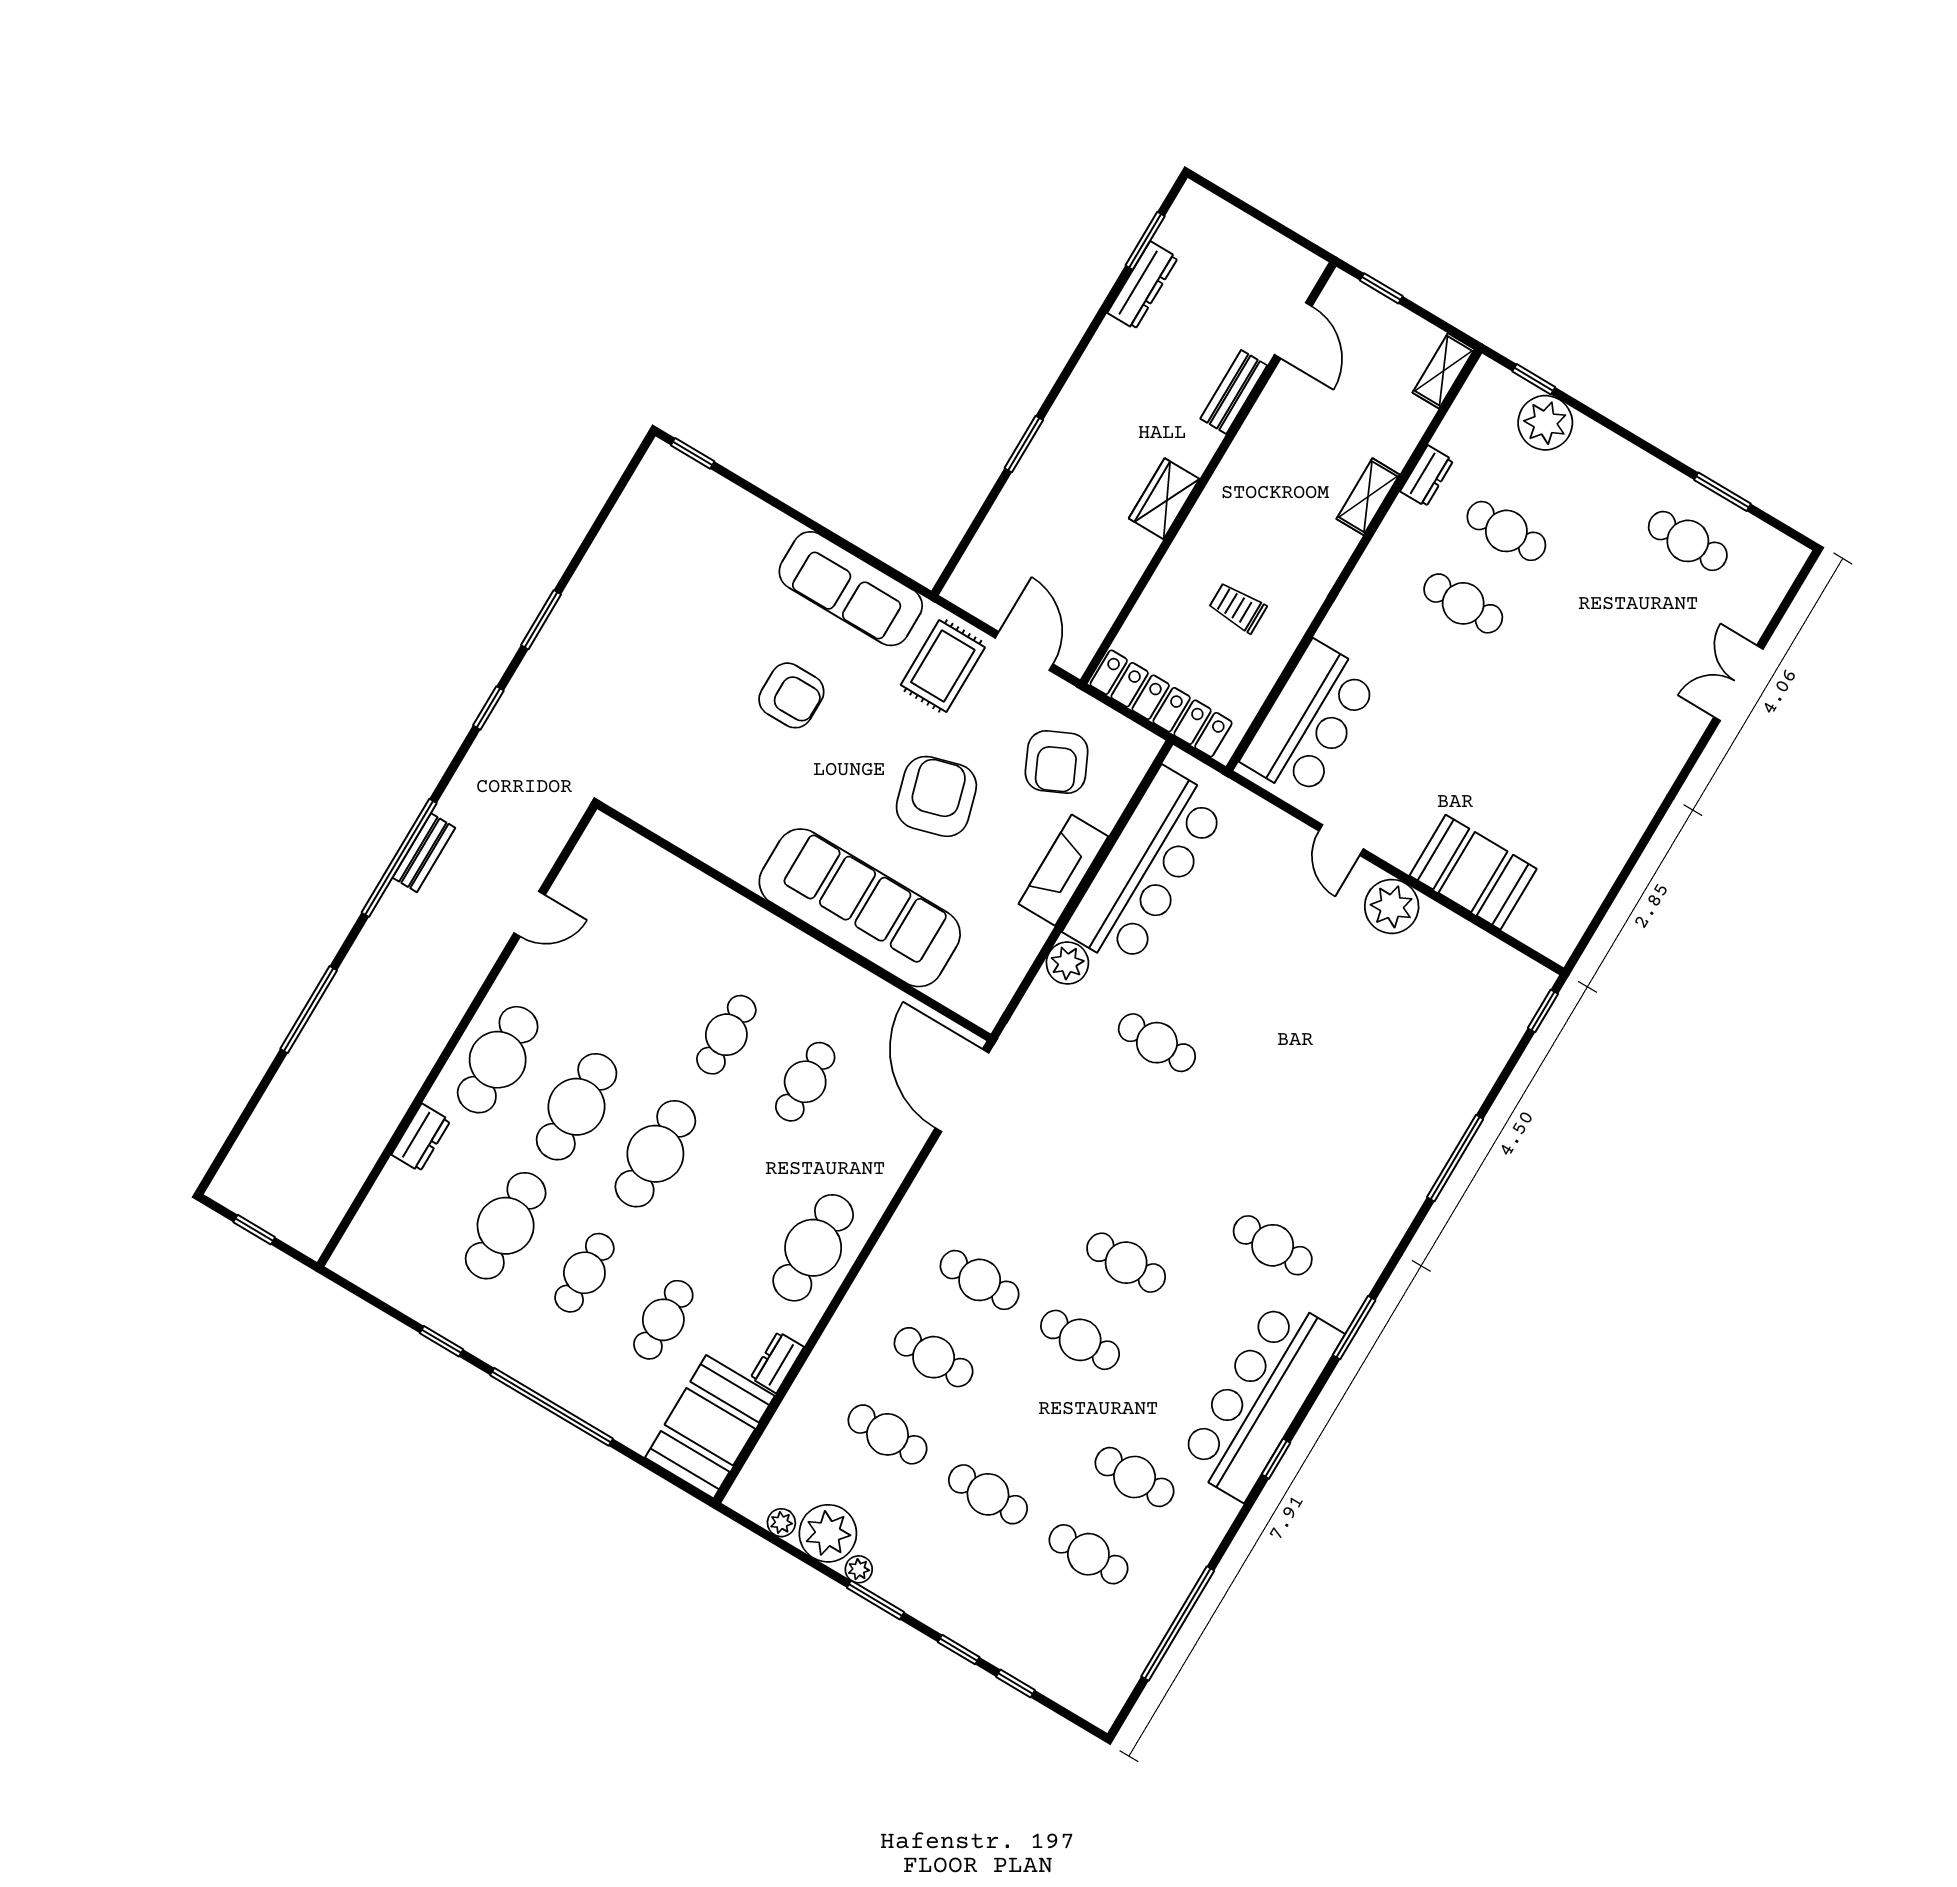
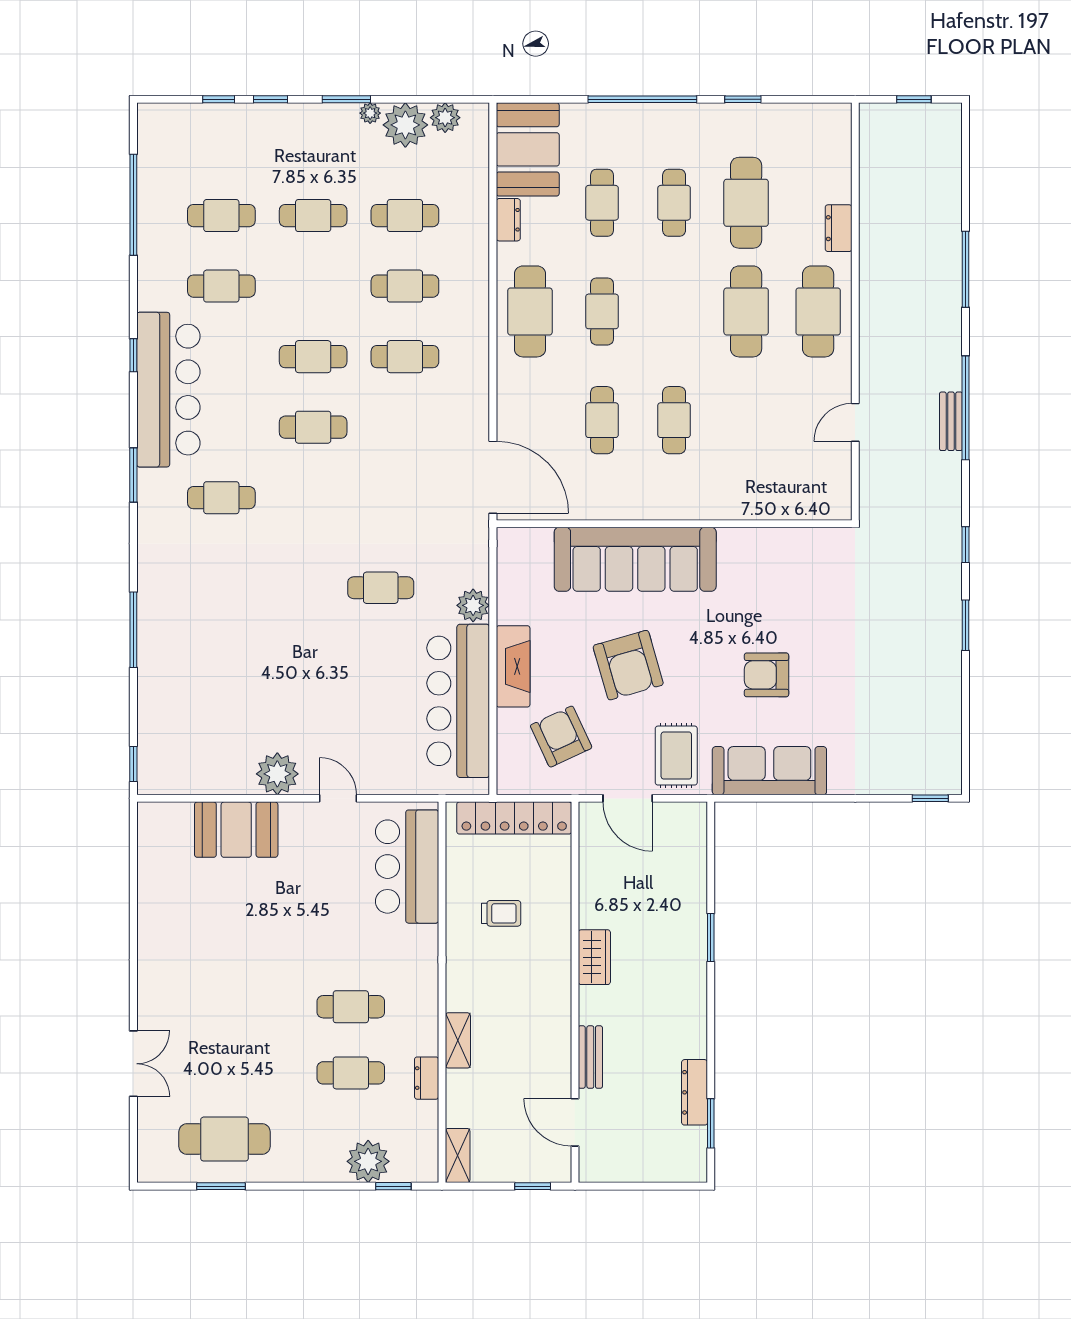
cafe table: (1688, 541) -> (225, 1139), width x1.37, depth x1.35
cafe table: (655, 1154) -> (602, 311), moved, width x0.73, depth x0.74
plant: (781, 1523) -> (445, 118), width x1.38, depth x1.38

